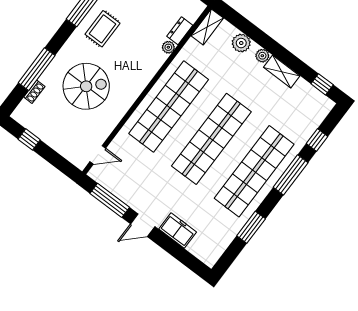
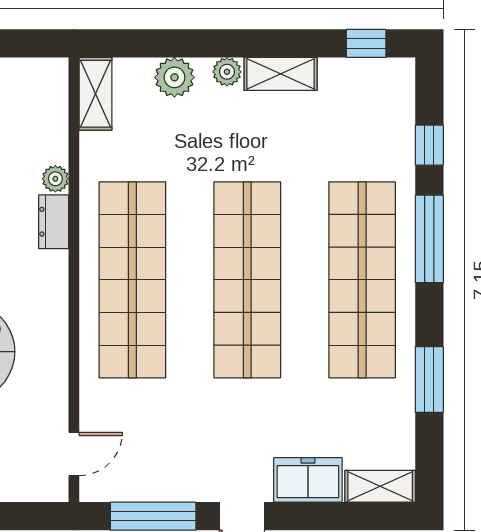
dresser: (180, 31) -> (54, 222), moved
shelving: (203, 253) -> (380, 486), added

